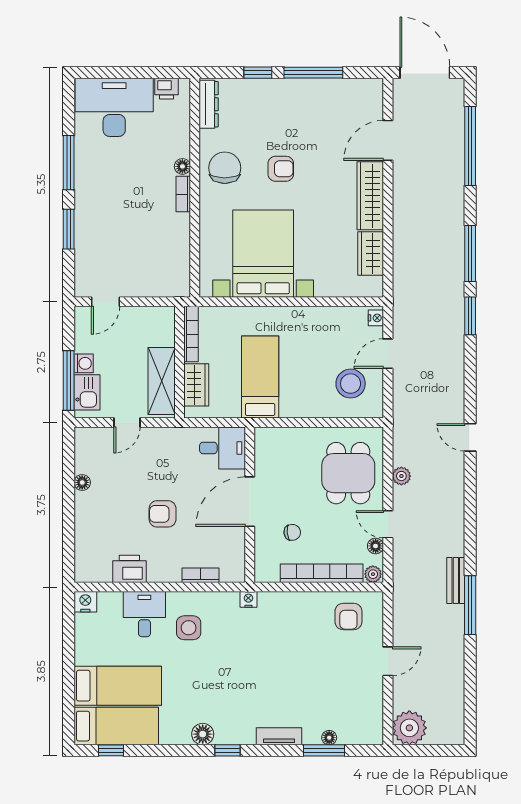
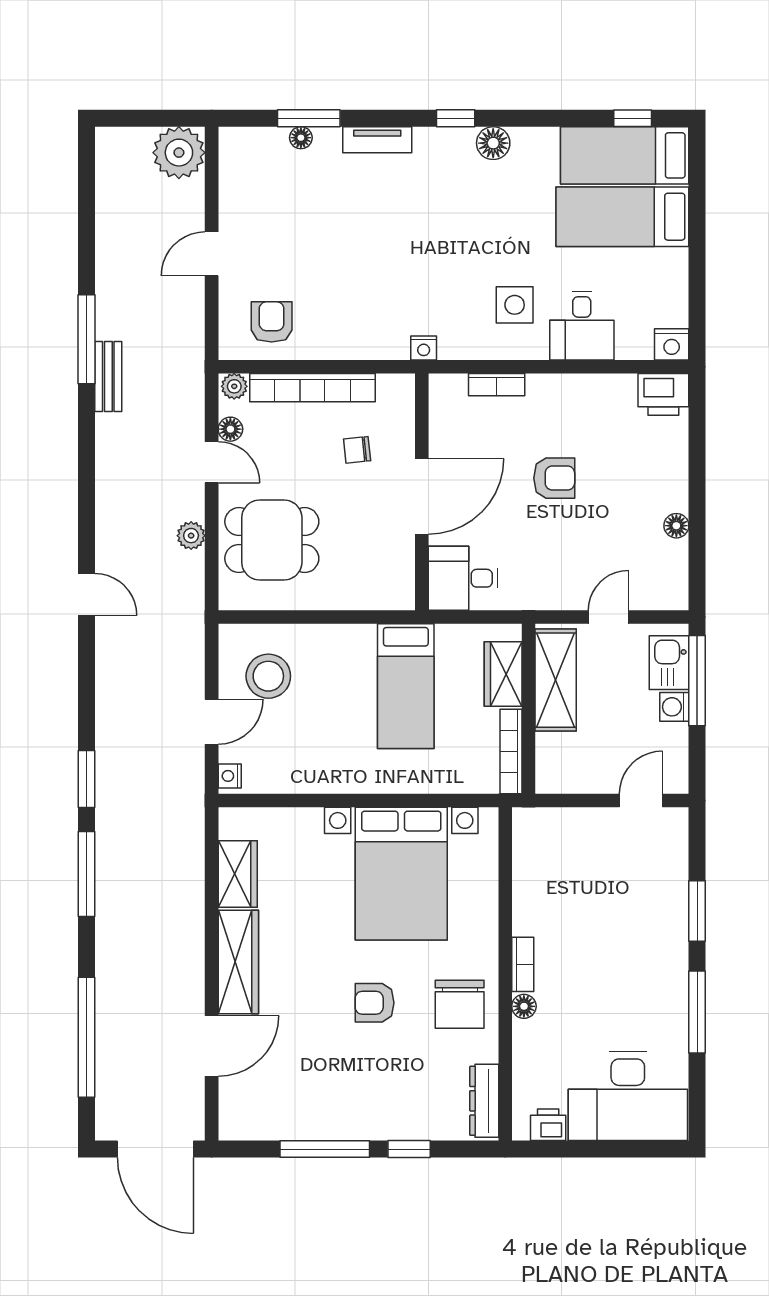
dining table: (348, 473) -> (272, 540), turned 90
printer: (129, 569) -> (663, 394), moved

